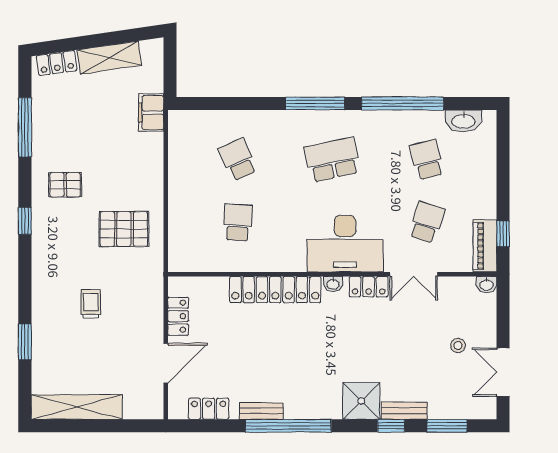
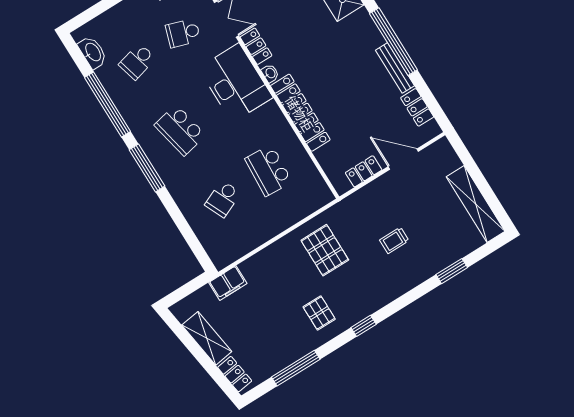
school desk: (238, 222) -> (268, 170), width x1.85
bench: (261, 411) -> (395, 68), width x1.36

